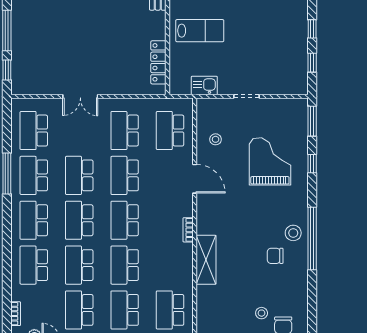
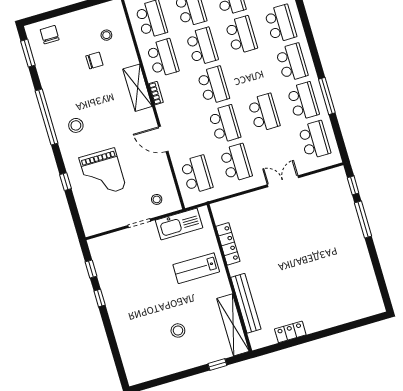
locker: (158, 62) -> (228, 244), moved
kitchen sink: (204, 85) -> (179, 224), width x1.87, depth x1.24
window: (312, 121) -> (28, 53), moved
stool: (216, 139) -> (157, 199), moved
school desk: (79, 220) -> (163, 58), moved
stool: (293, 233) -> (76, 125), moved
chair: (275, 256) -> (94, 60), moved
shelving: (206, 260) -> (138, 88), moved
stool: (262, 313) -> (106, 35), moved

